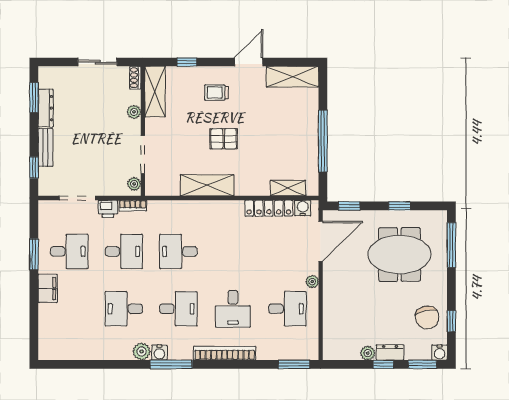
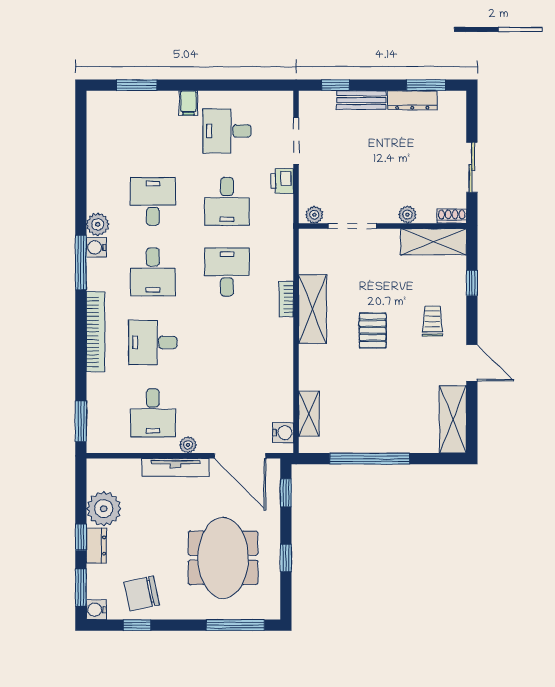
bookcase: (133, 206) -> (286, 299), moved
locker: (269, 208) -> (283, 389), removed
desk: (69, 251) -> (227, 131), turned 90
window: (34, 254) -> (137, 85), moved
filing cabinet: (48, 288) -> (188, 103), width x0.50
tv unit: (330, 291) -> (175, 467), added
plant: (368, 353) -> (104, 509), width x1.87, depth x1.87

